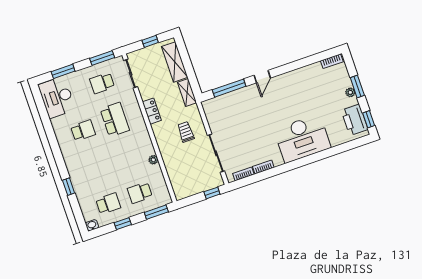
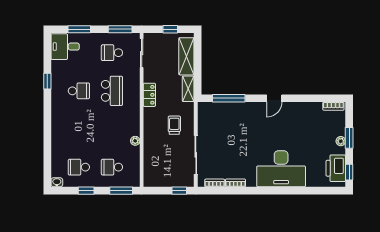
door: (262, 77) -> (274, 98), moved
desk: (57, 97) -> (65, 47), width x0.73
window: (69, 187) -> (47, 81), moved
school desk: (108, 204) -> (79, 167), turned 180

